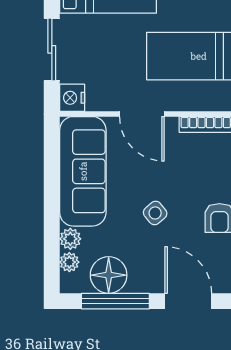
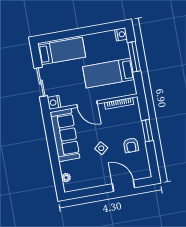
plant: (70, 239) -> (65, 167), removed
floor lamp: (109, 275) -> (85, 180), removed
window: (115, 301) -> (90, 192), removed

